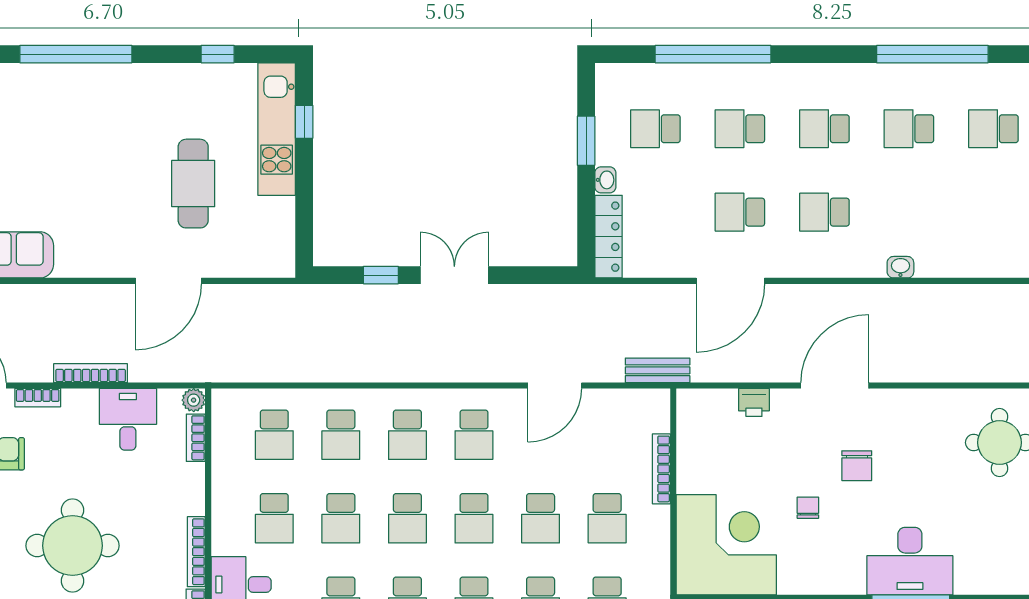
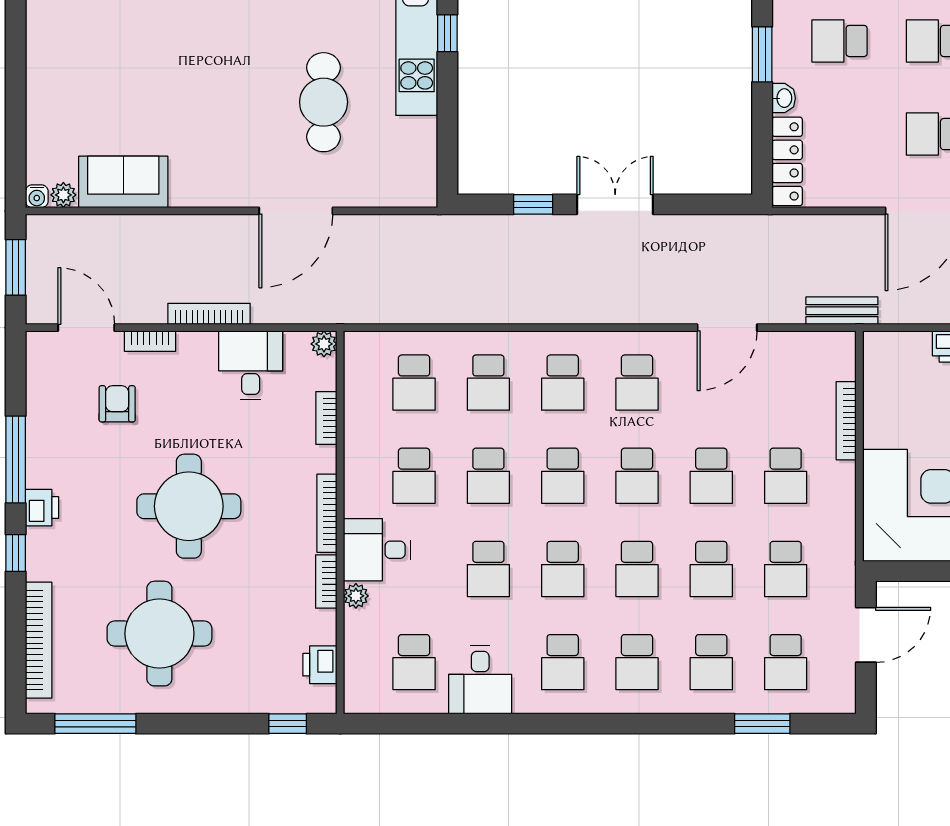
bookcase: (196, 438) -> (326, 418), moved

